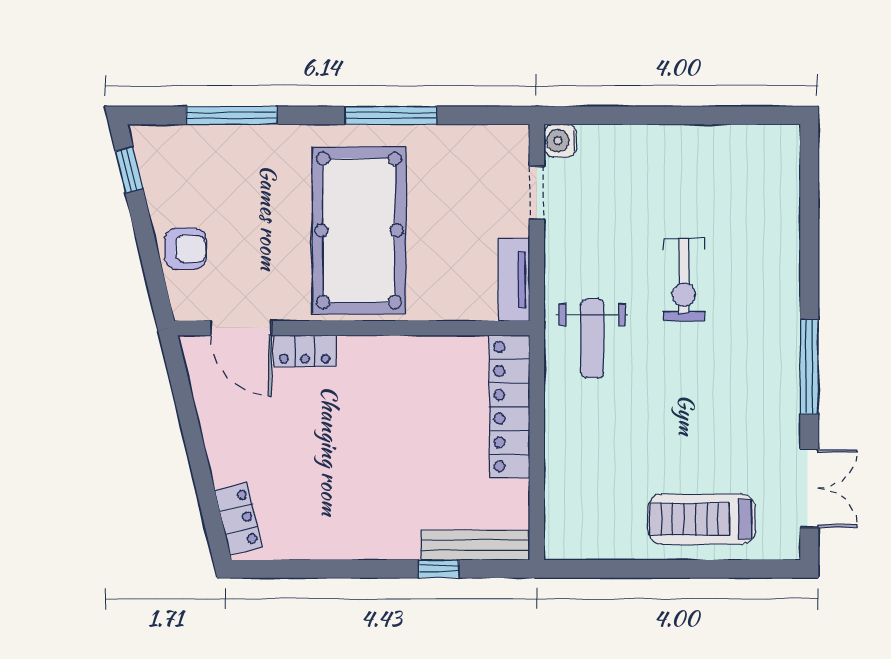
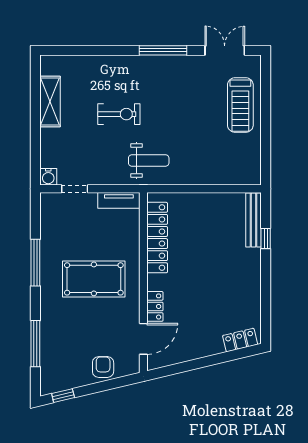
shelving: (708, 144) -> (50, 102), added
pool table: (359, 230) -> (94, 279), width x0.73, depth x0.76
locker: (510, 407) -> (157, 238), moved, turned -90

